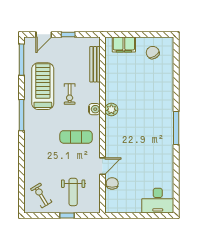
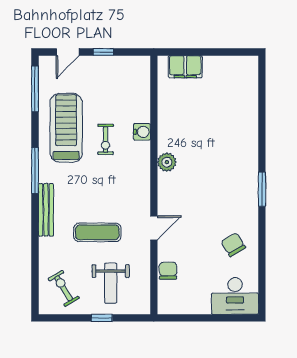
chair: (153, 53) -> (233, 245), moved
bench: (95, 64) -> (46, 210), moved
water cooler: (94, 109) -> (142, 132), moved
window: (176, 128) -> (262, 189), width x0.69
exercise mat: (76, 137) -> (97, 232), moved
door: (102, 166) -> (154, 228), moved

